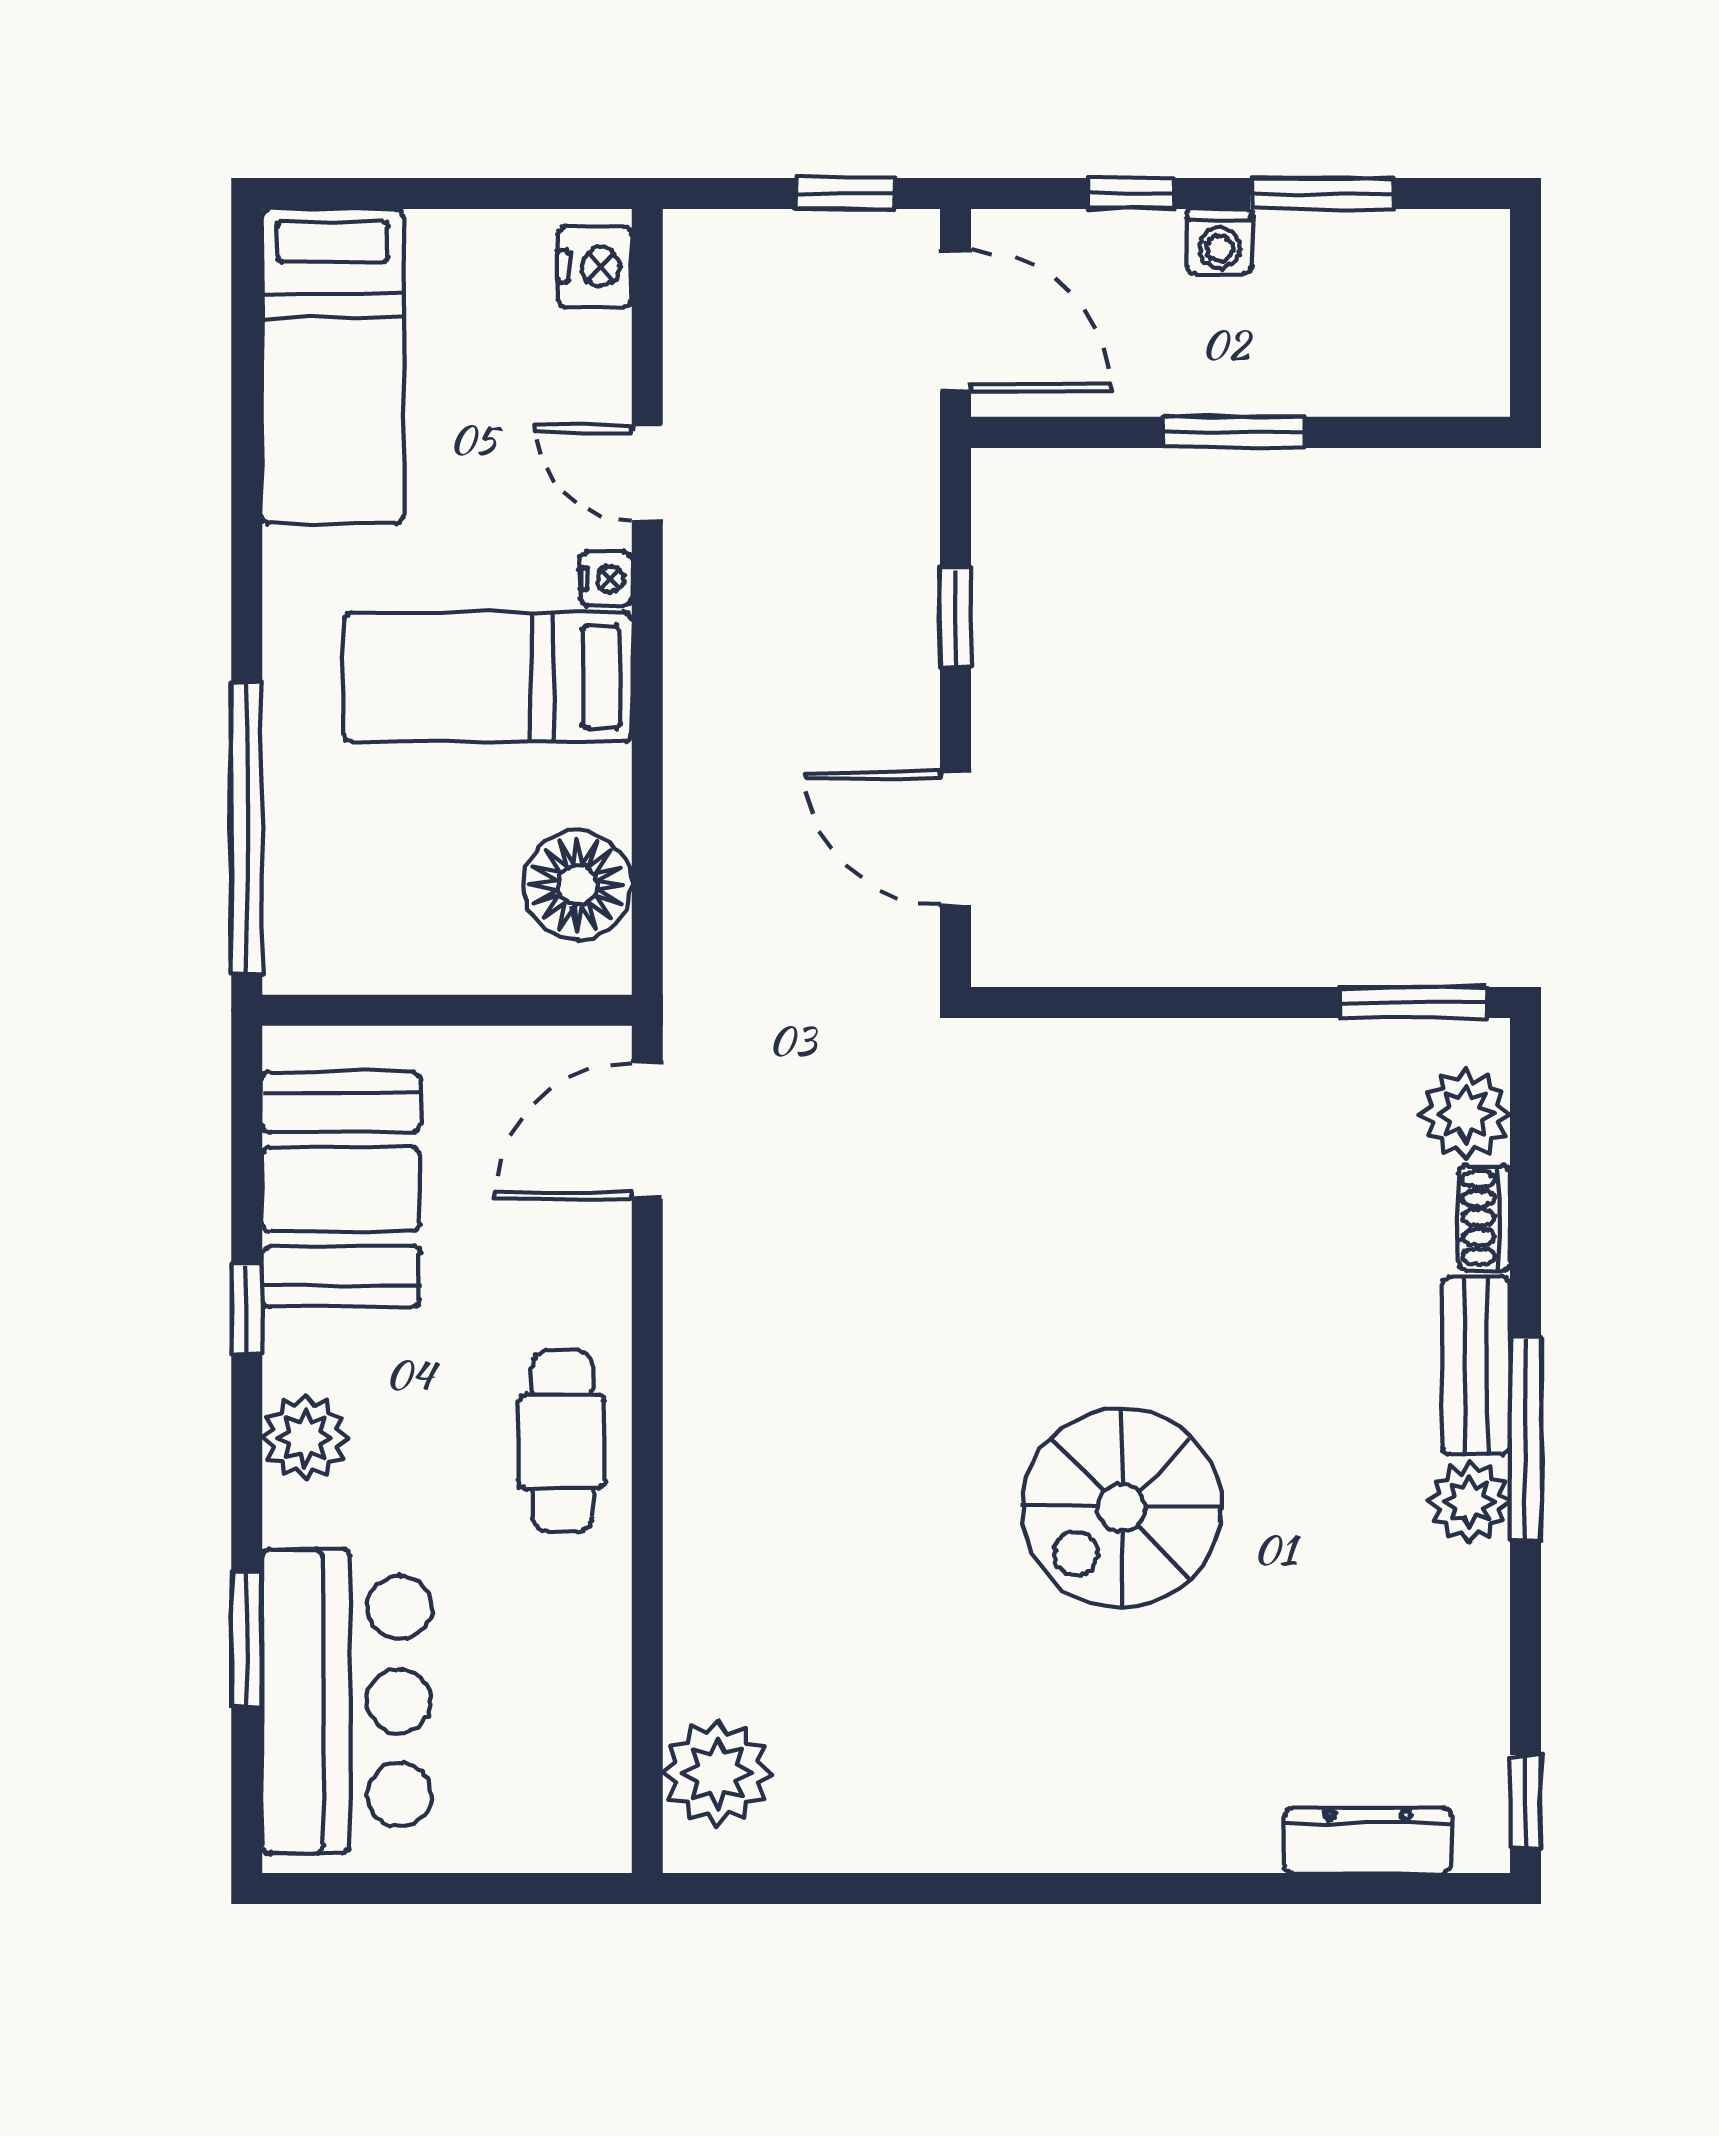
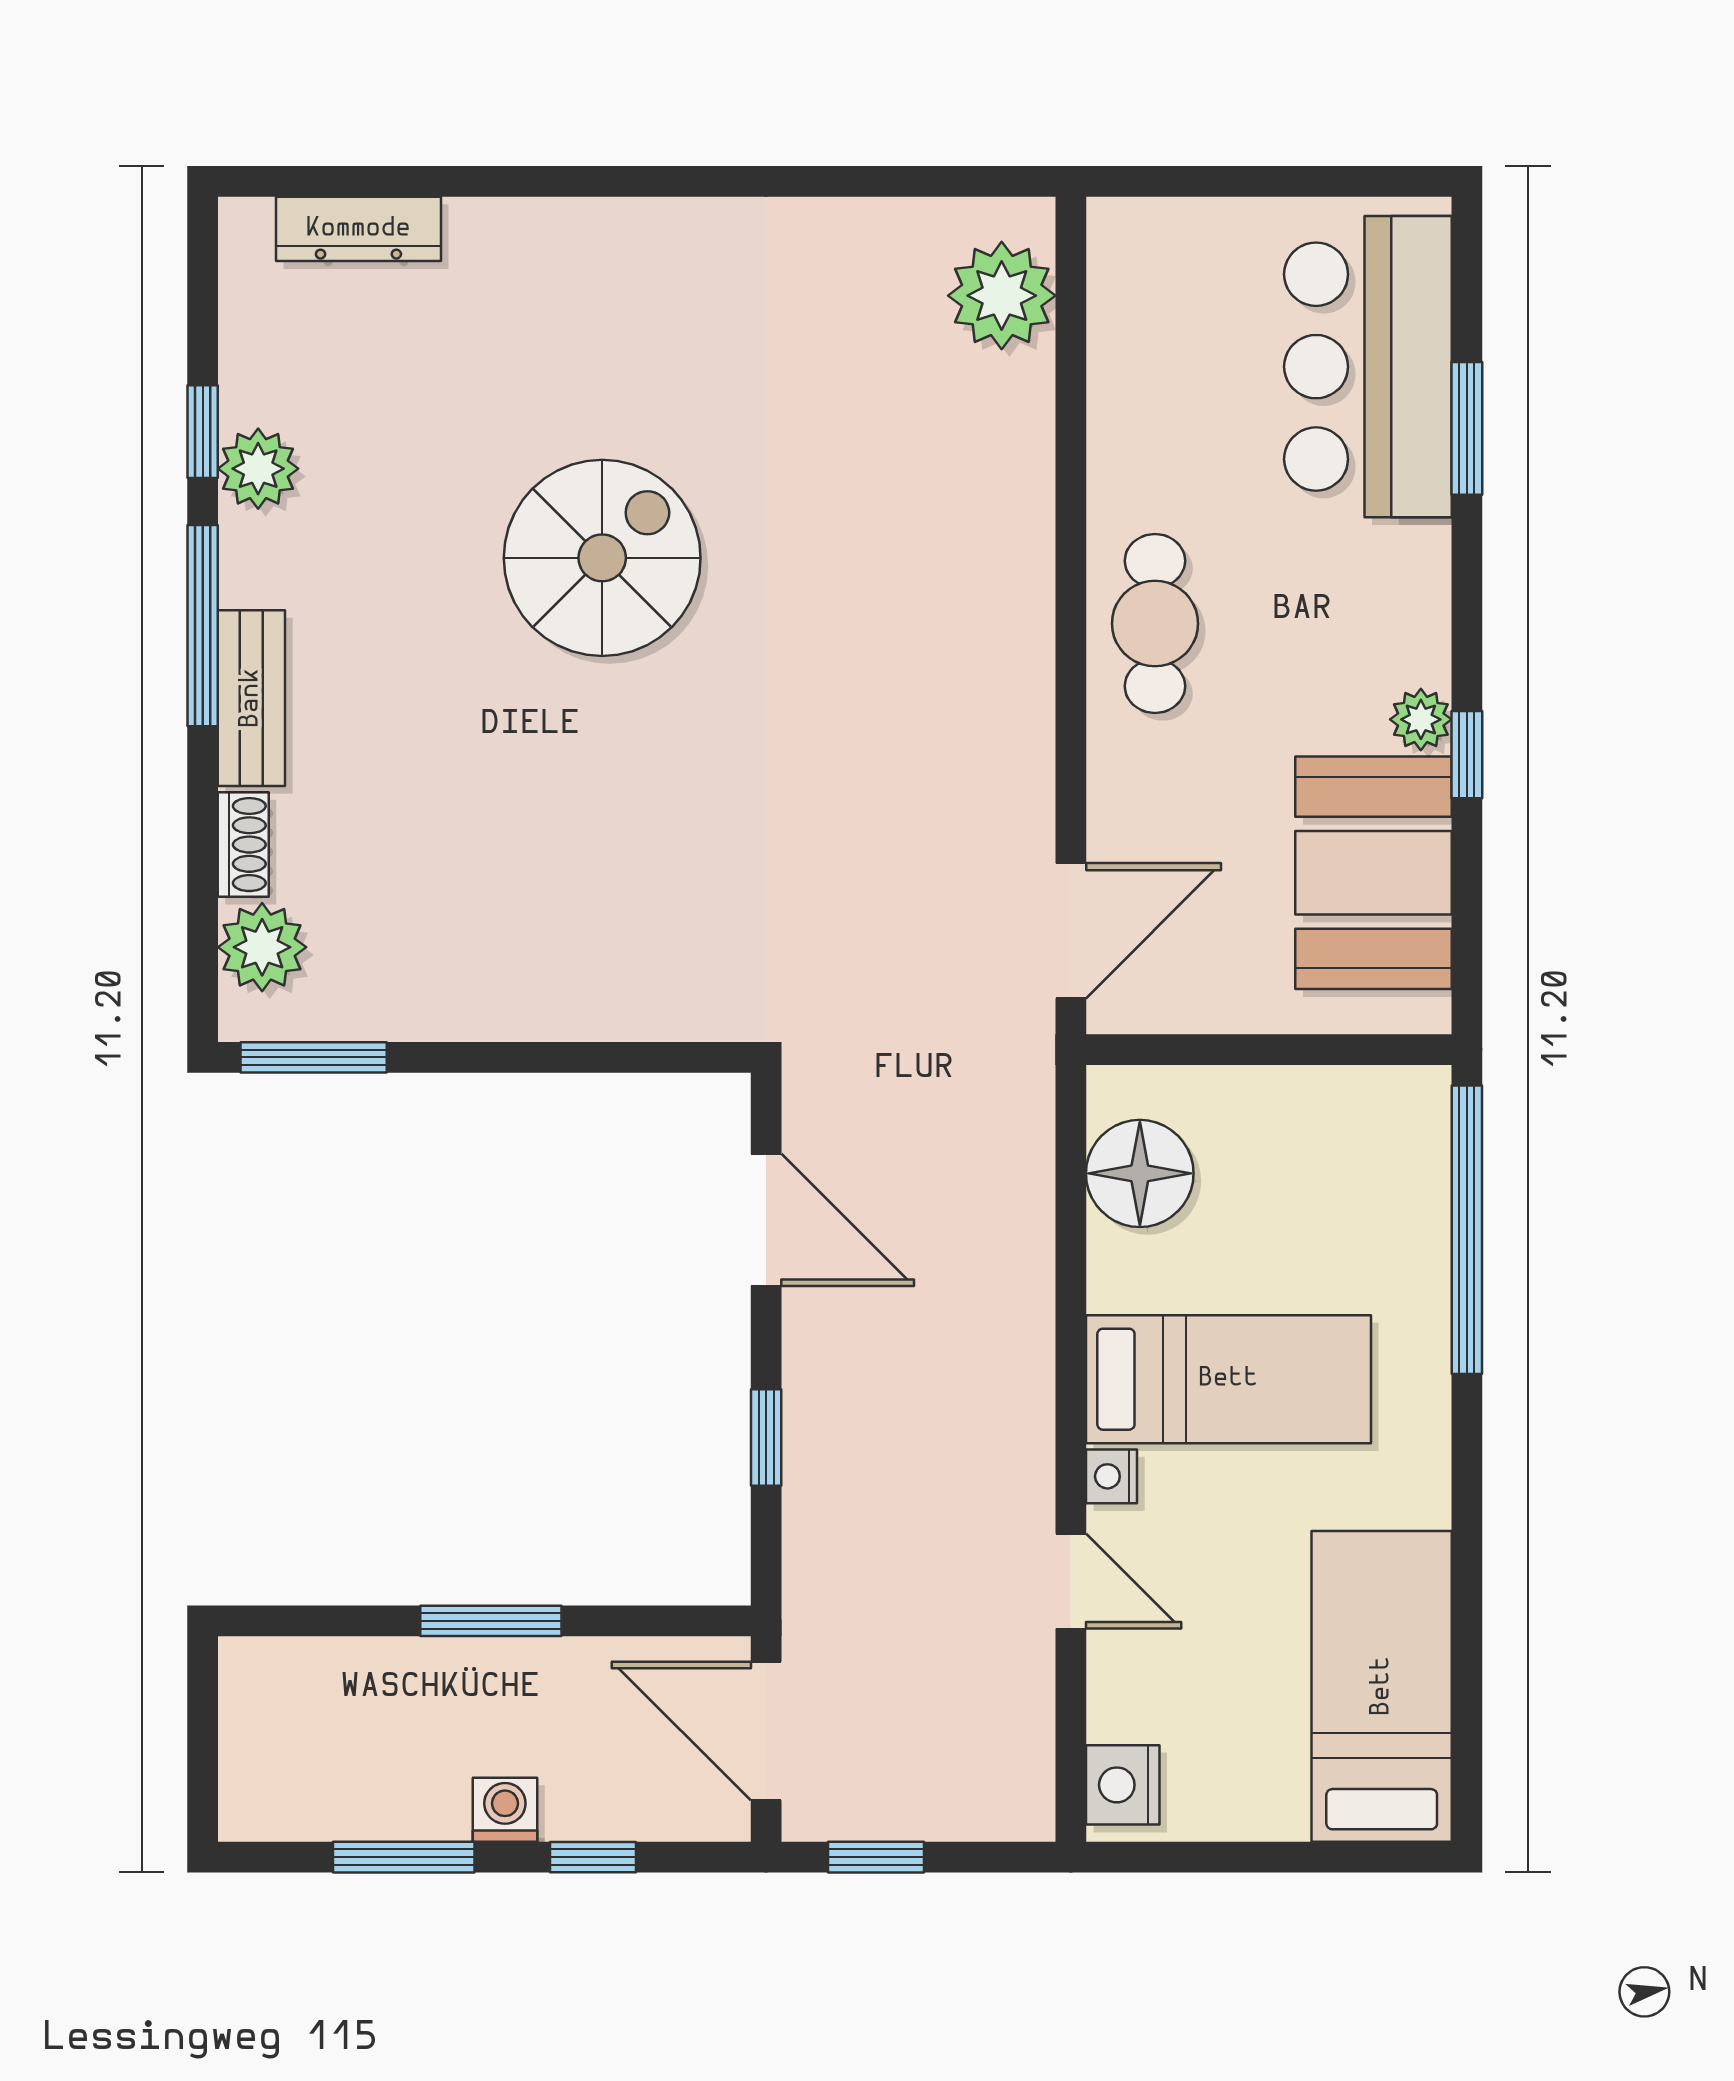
plant: (305, 1438) -> (1421, 719), moved, width x0.73, depth x0.73
plant: (1469, 1502) -> (258, 469), moved
window: (1526, 1802) -> (203, 432), moved

